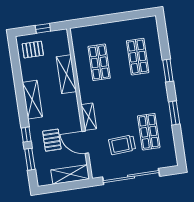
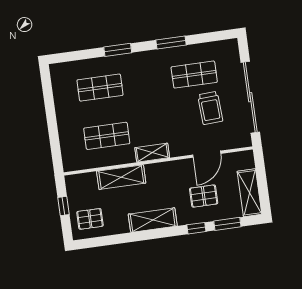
pallet: (33, 50) -> (90, 219), turned 90
shelving: (89, 117) -> (152, 153), moved
shelving: (70, 174) -> (249, 193), moved

